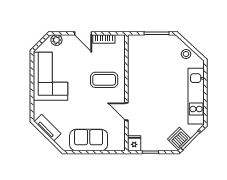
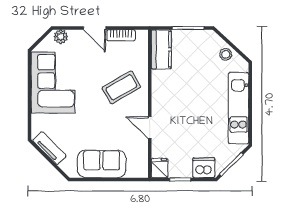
kitchen counter: (135, 50) -> (161, 49), added
coffee table: (104, 80) -> (121, 87), turned -30
dishwasher: (179, 139) -> (204, 168), moved, turned 45

